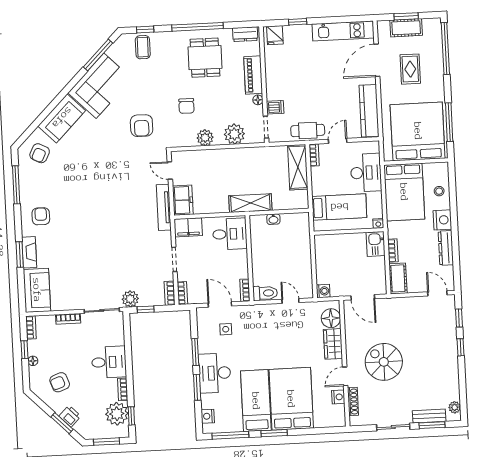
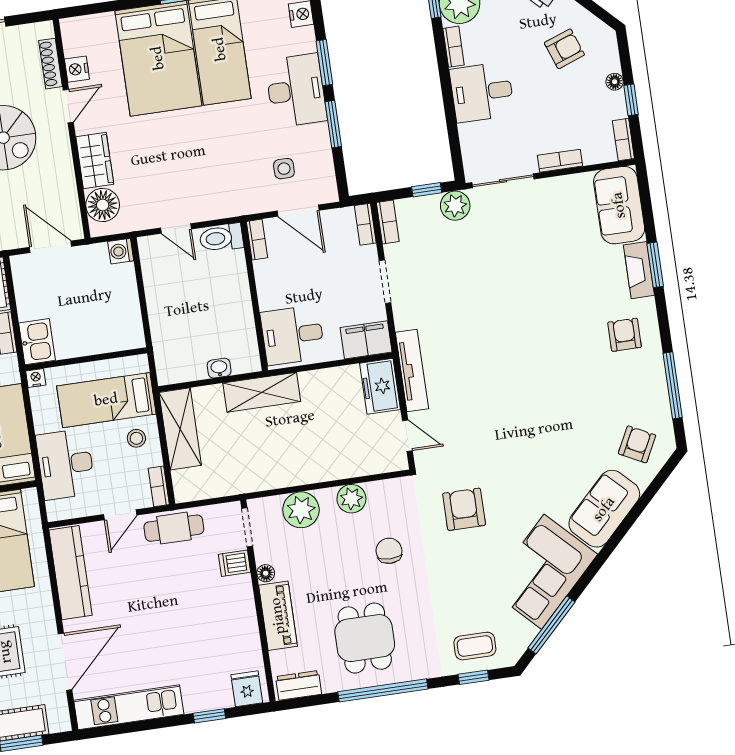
coffee table: (143, 47) -> (475, 646), turned 90
shelving: (298, 167) -> (180, 429), moved
stool: (324, 184) -> (136, 438), added
armchair: (41, 216) -> (625, 335), turned 180

